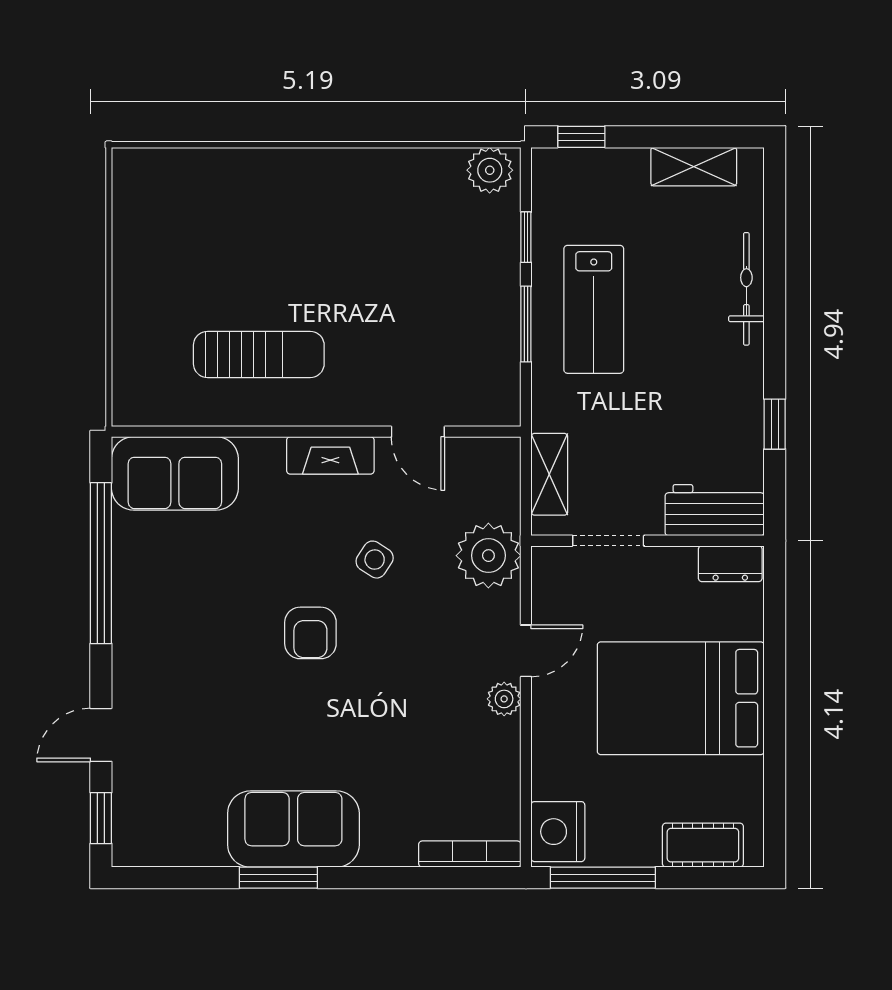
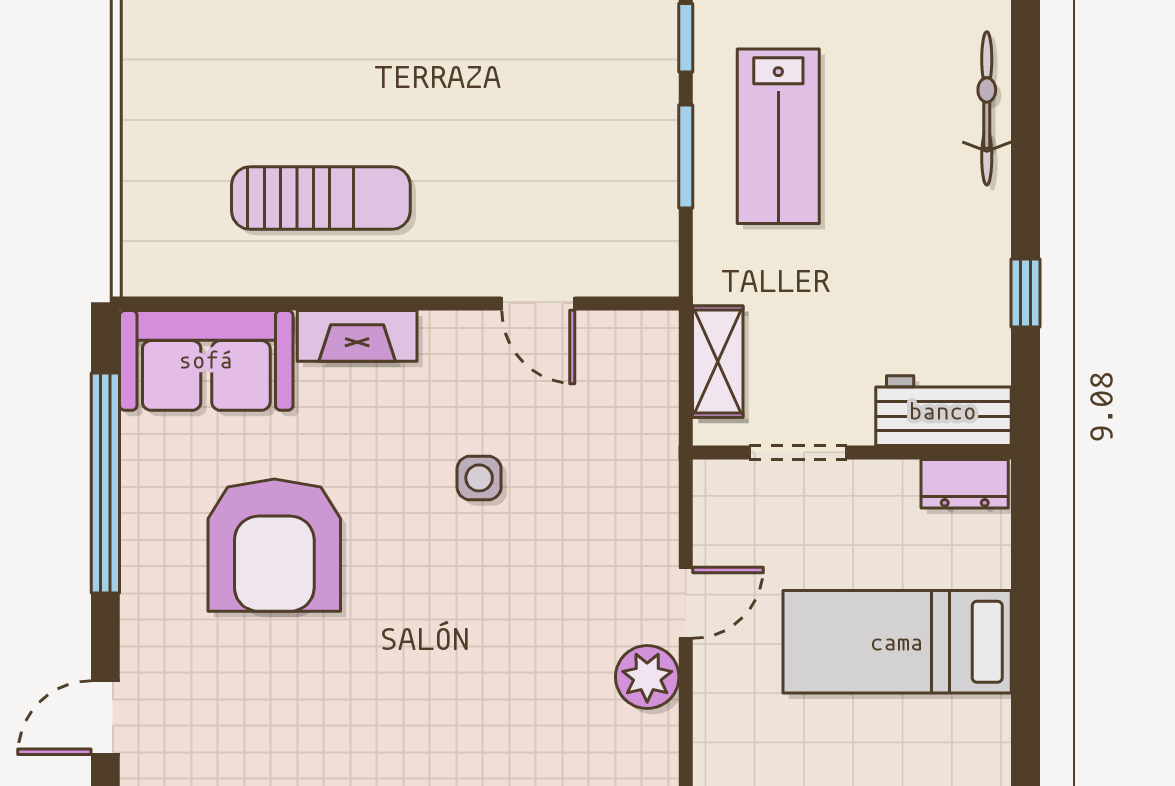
fireplace: (330, 455) -> (357, 336), moved
plant: (488, 556) -> (635, 473), removed
side table: (375, 560) -> (479, 478), turned -33
armchair: (310, 633) -> (274, 545), moved, width x1.88, depth x1.88
bed: (681, 698) -> (897, 642), width x0.67
plant: (504, 699) -> (647, 677), width x1.38, depth x1.38

